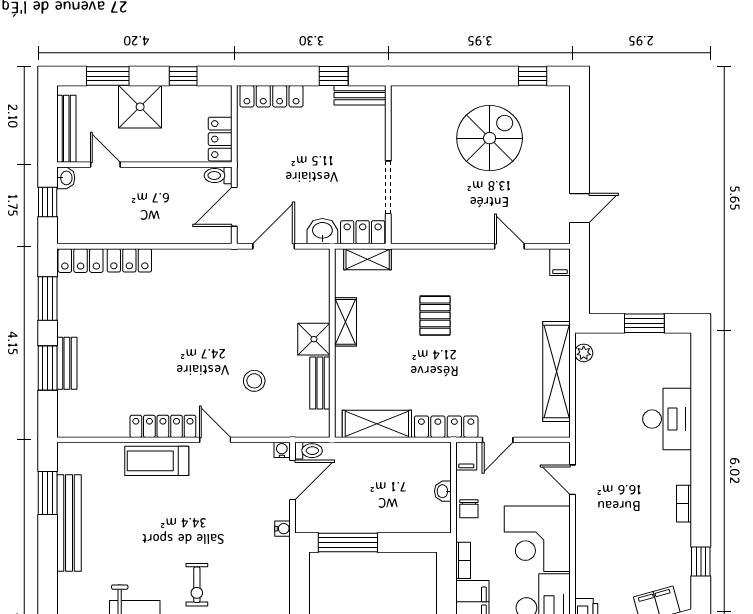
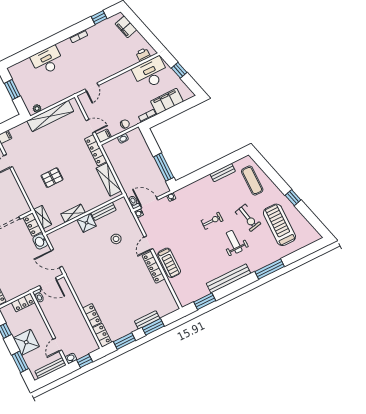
bench: (69, 523) -> (229, 278), moved
corner desk: (537, 539) -> (123, 90), removed

